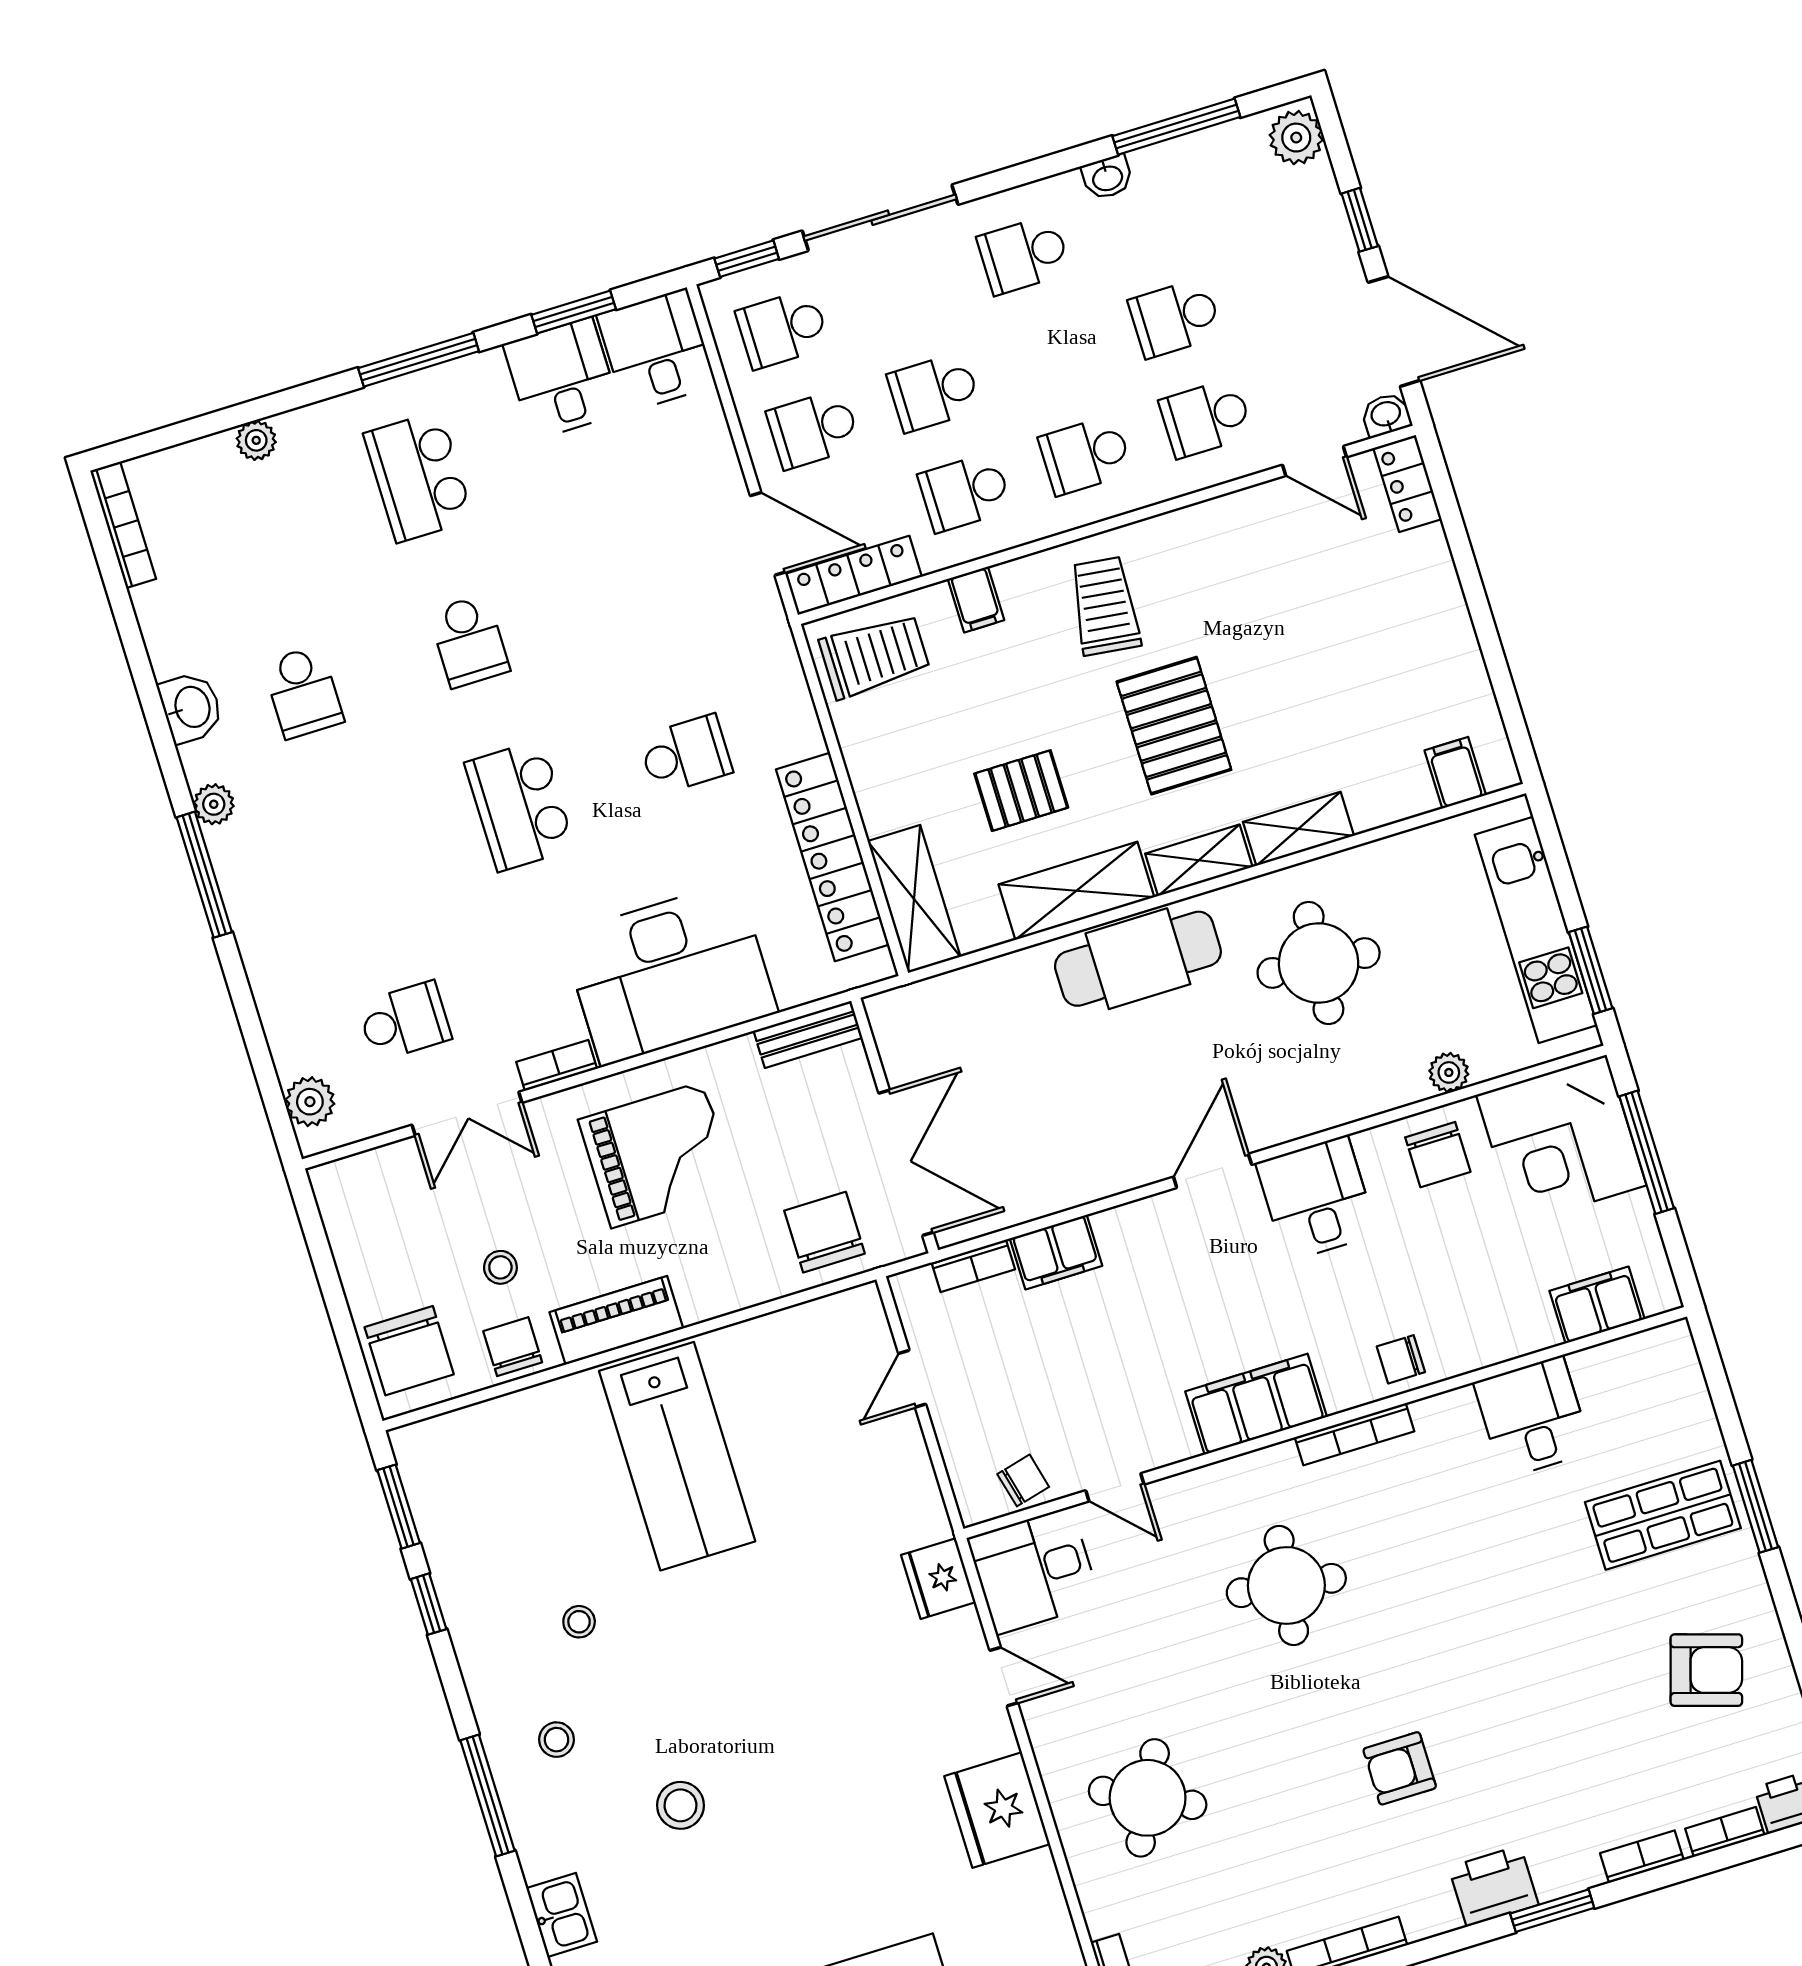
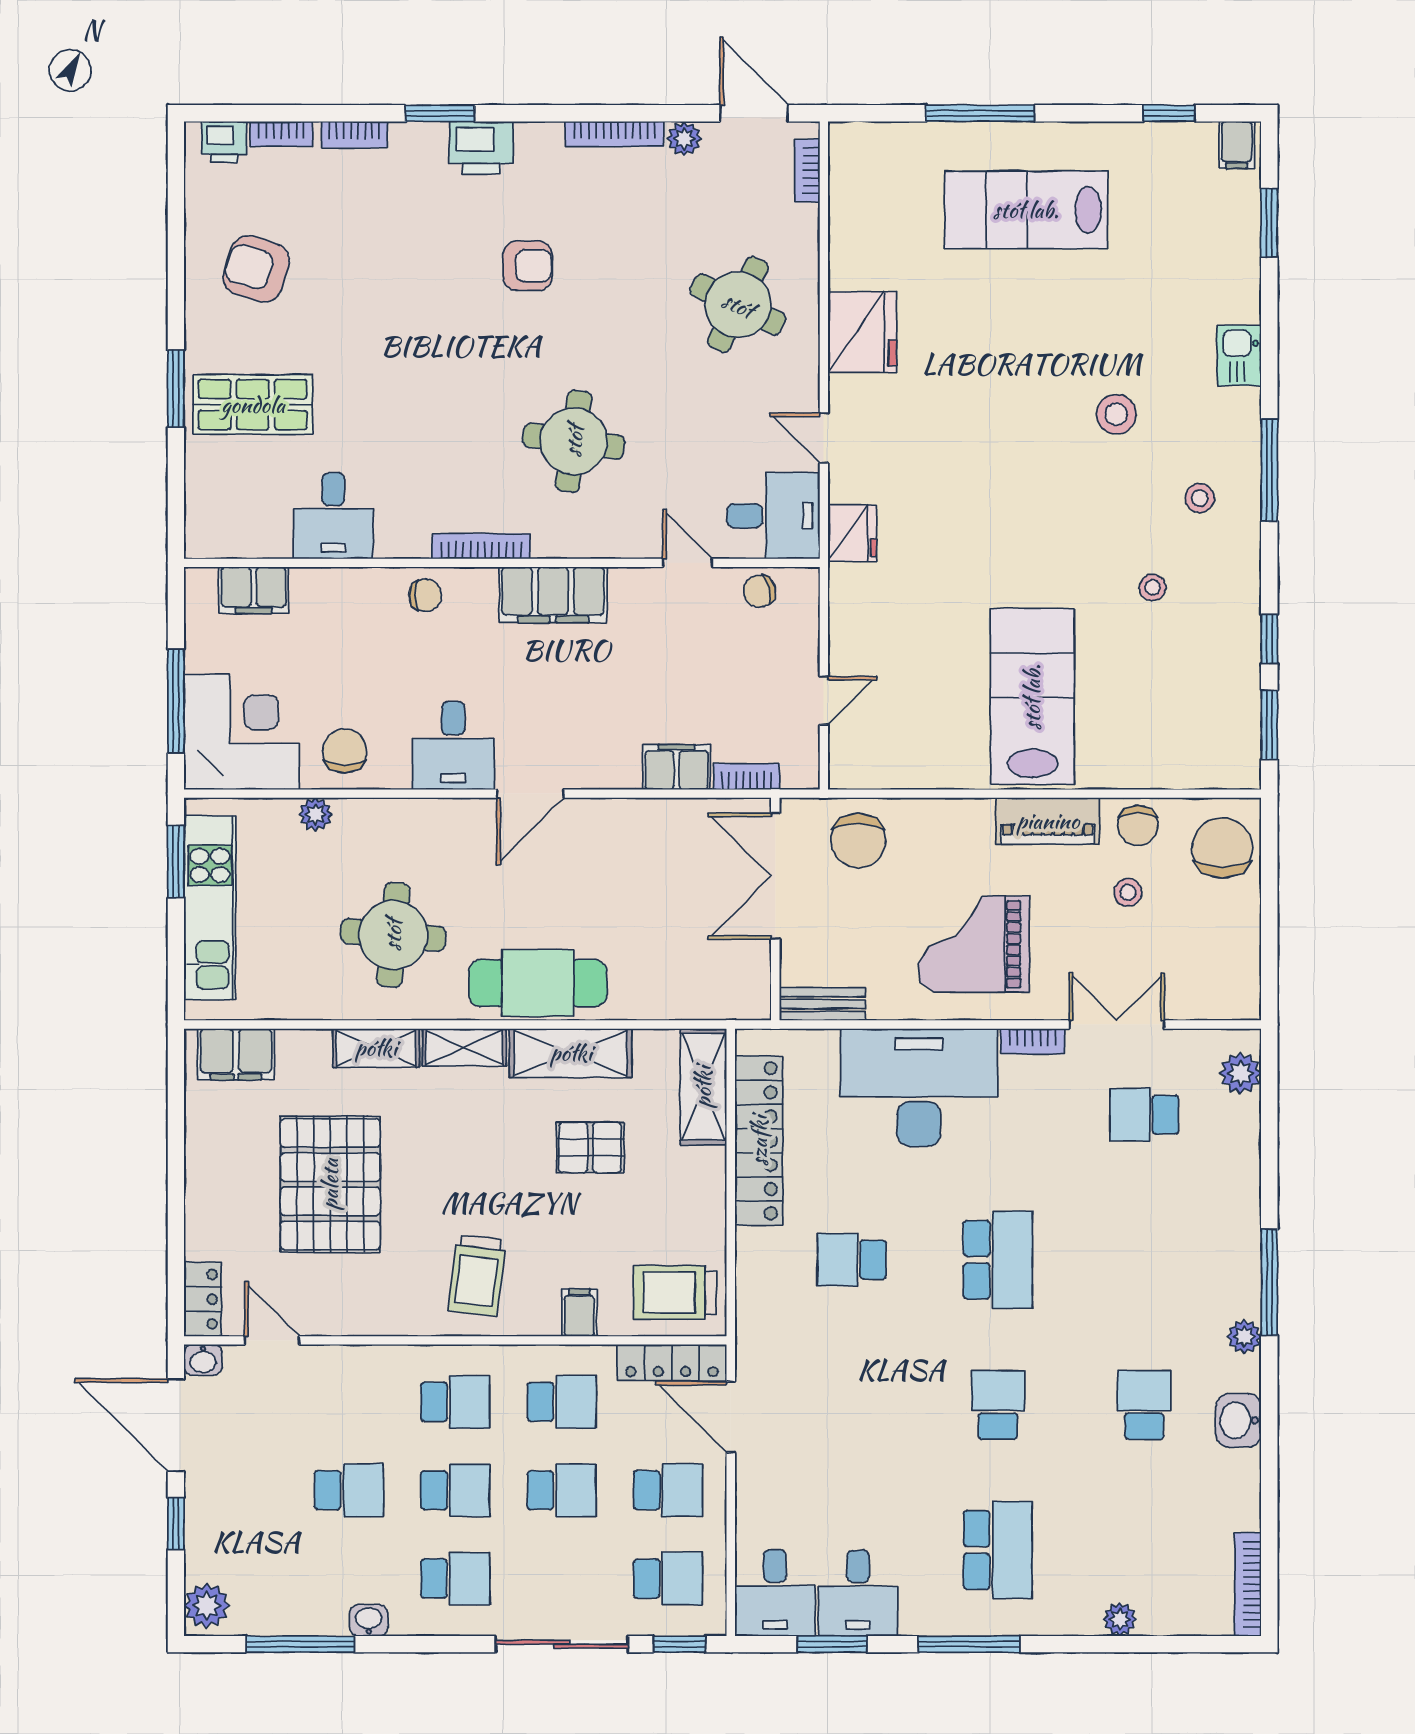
school desk: (1206, 418) -> (455, 1490), moved
pallet: (1174, 726) -> (330, 1184), moved, width x1.37, depth x1.41
filing cabinet: (1455, 773) -> (236, 1054), width x2.00

